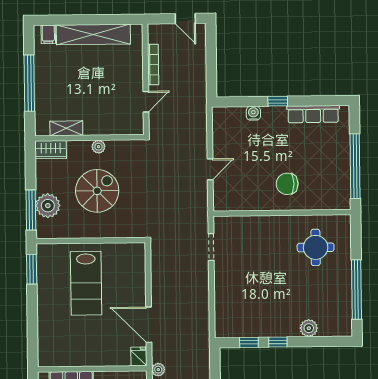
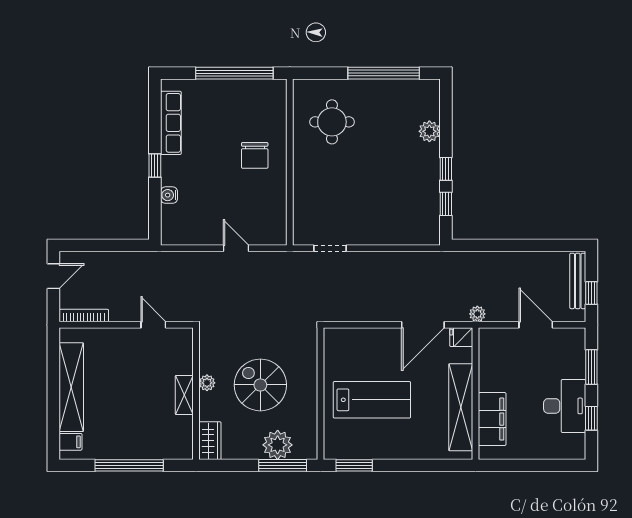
bookcase: (153, 65) -> (84, 316), moved
shelving: (66, 128) -> (184, 395), moved
shelving: (81, 357) -> (461, 407), added

